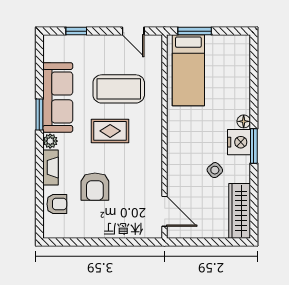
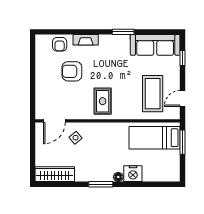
coffee table: (119, 89) -> (153, 94), moved
sofa: (58, 97) -> (155, 45), moved
rug: (110, 131) -> (103, 101), moved
plant: (50, 141) -> (104, 40), removed
nightstand: (239, 142) -> (133, 174), moved
side table: (215, 170) -> (76, 138), moved

